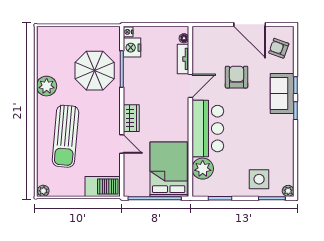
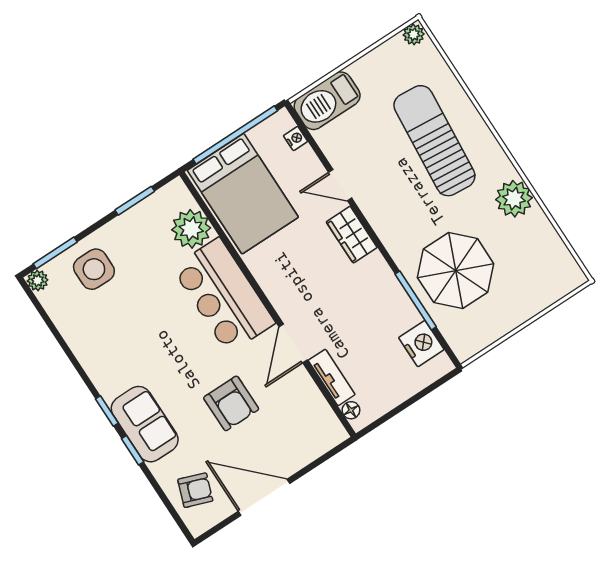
nightstand: (128, 32) -> (296, 138), moved

